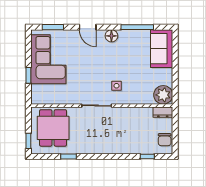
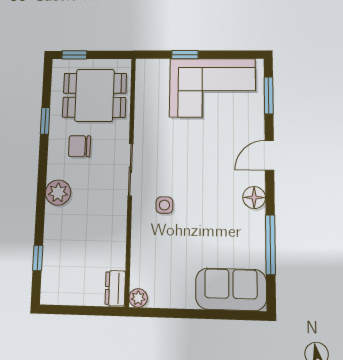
plant: (163, 95) -> (138, 298), width x0.53, depth x0.53
chair: (165, 140) -> (80, 146), moved
plant: (110, 147) -> (58, 193), added

